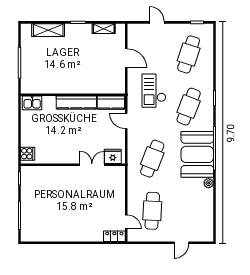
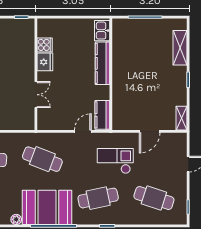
shelving: (104, 29) -> (182, 118), moved
kitchen counter: (76, 103) -> (102, 63), moved
cafe table: (189, 107) -> (98, 198), turned -33
cooker: (28, 154) -> (45, 45), moved, turned -90
fridge: (113, 156) -> (45, 62), moved

